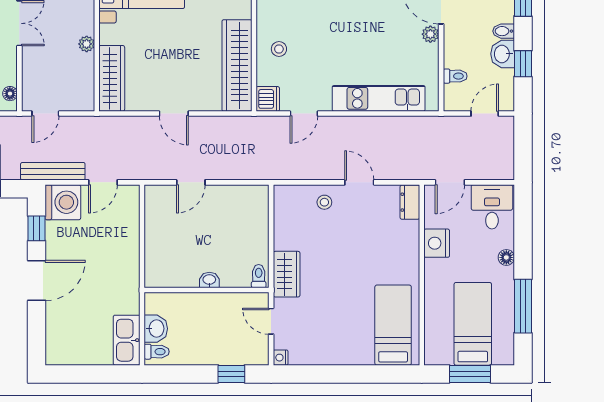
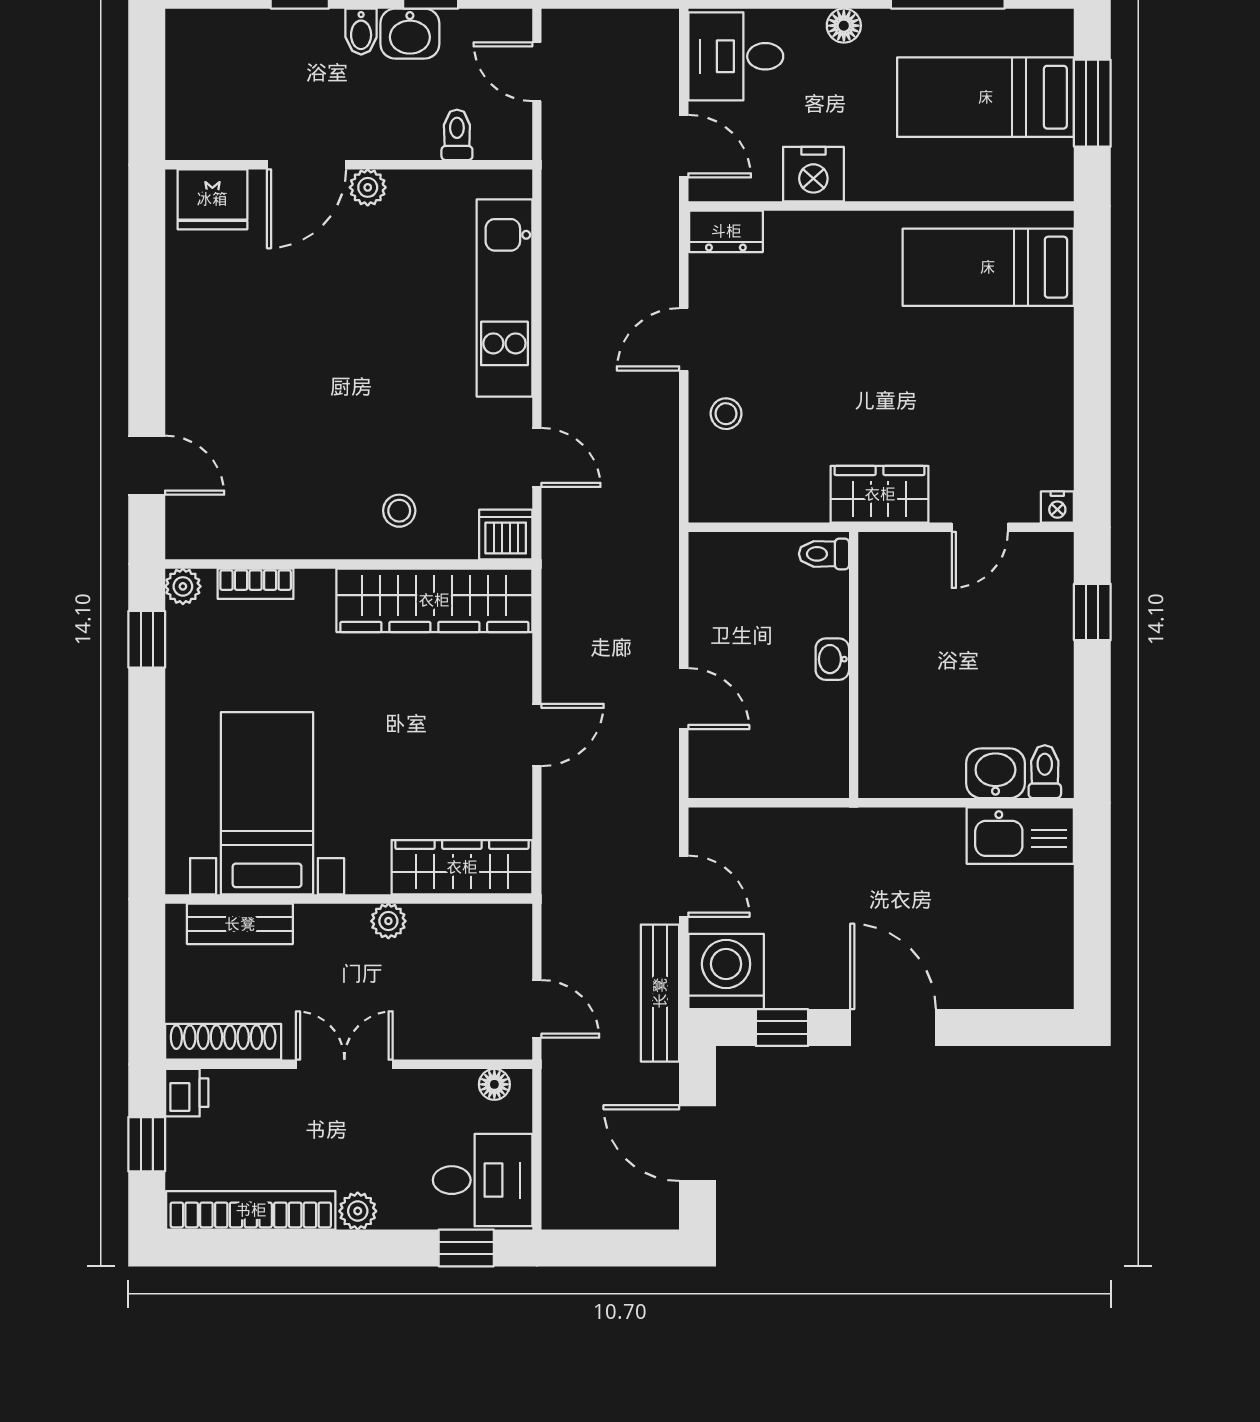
toilet: (259, 276) -> (824, 554), moved
washbasin: (209, 280) -> (832, 659), moved
wall: (207, 290) -> (854, 665), moved

